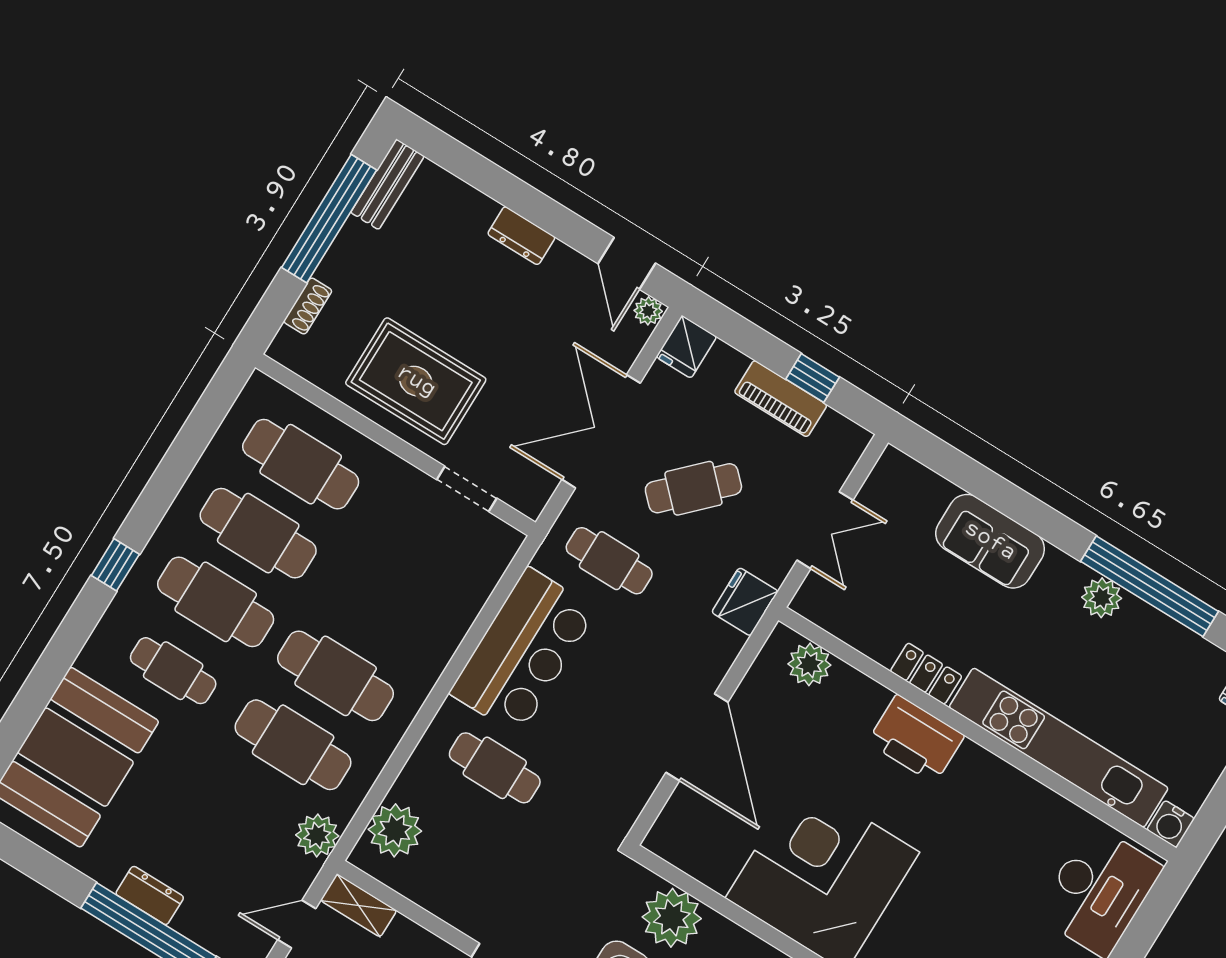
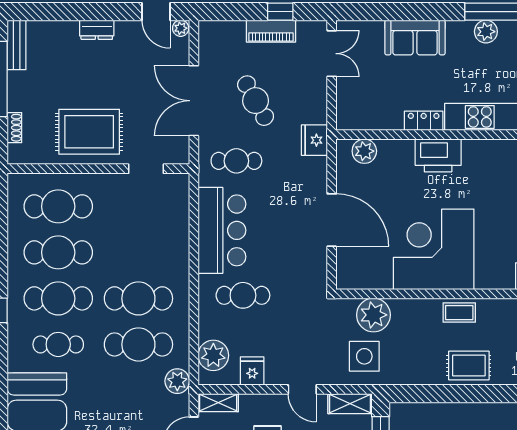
fridge: (686, 347) -> (252, 371), moved, turned 180
cafe table: (693, 488) -> (256, 101), turned -74
double door: (825, 530) -> (332, 54), moved

